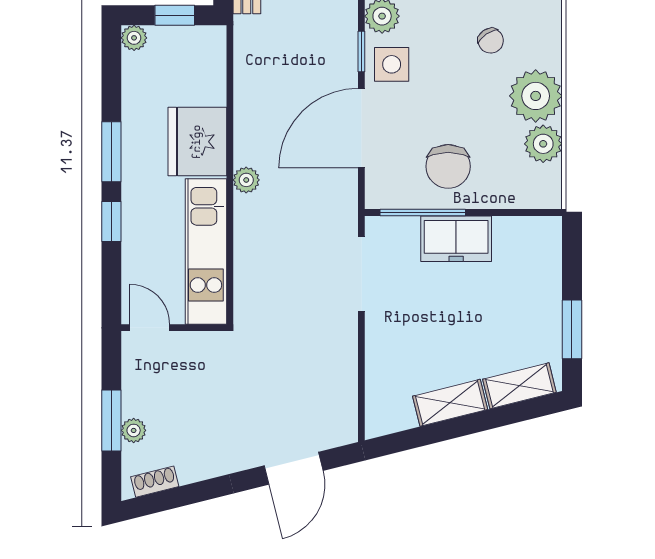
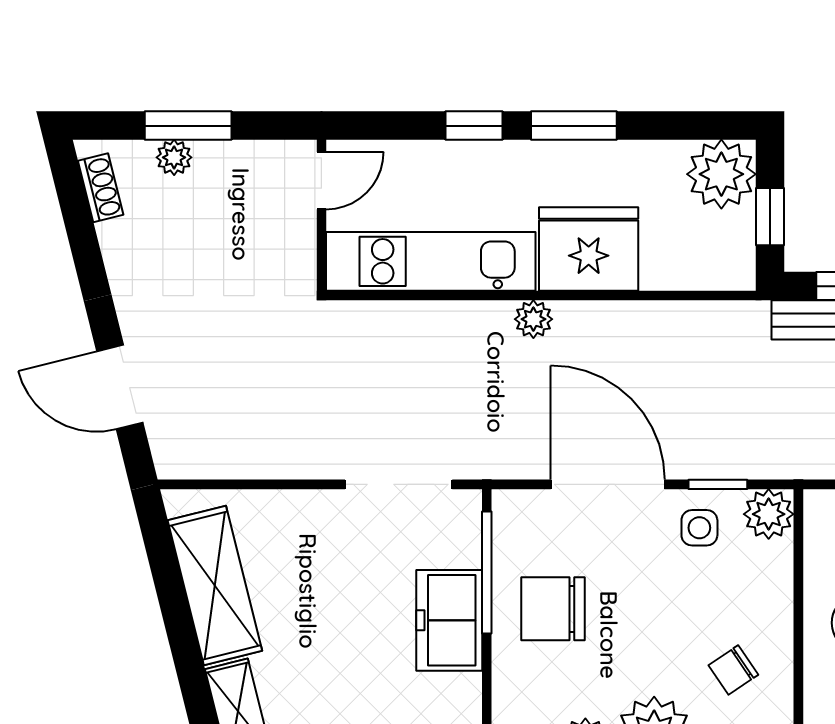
plant: (134, 38) -> (721, 174), width x1.88, depth x1.88
side table: (392, 64) -> (699, 528), width x0.73, depth x0.73
shelving: (450, 403) -> (215, 586), width x1.50, depth x1.33

